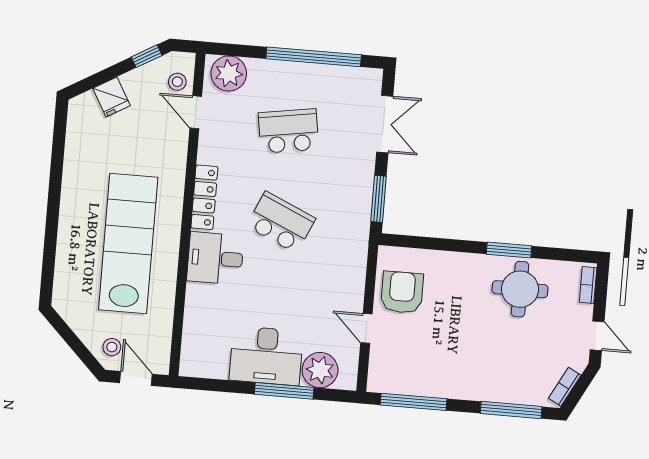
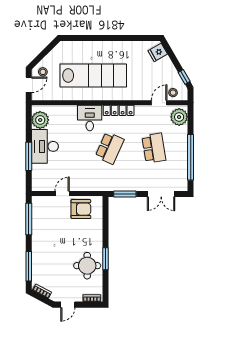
fridge: (111, 97) -> (158, 52), moved
plant: (320, 370) -> (40, 120), moved

